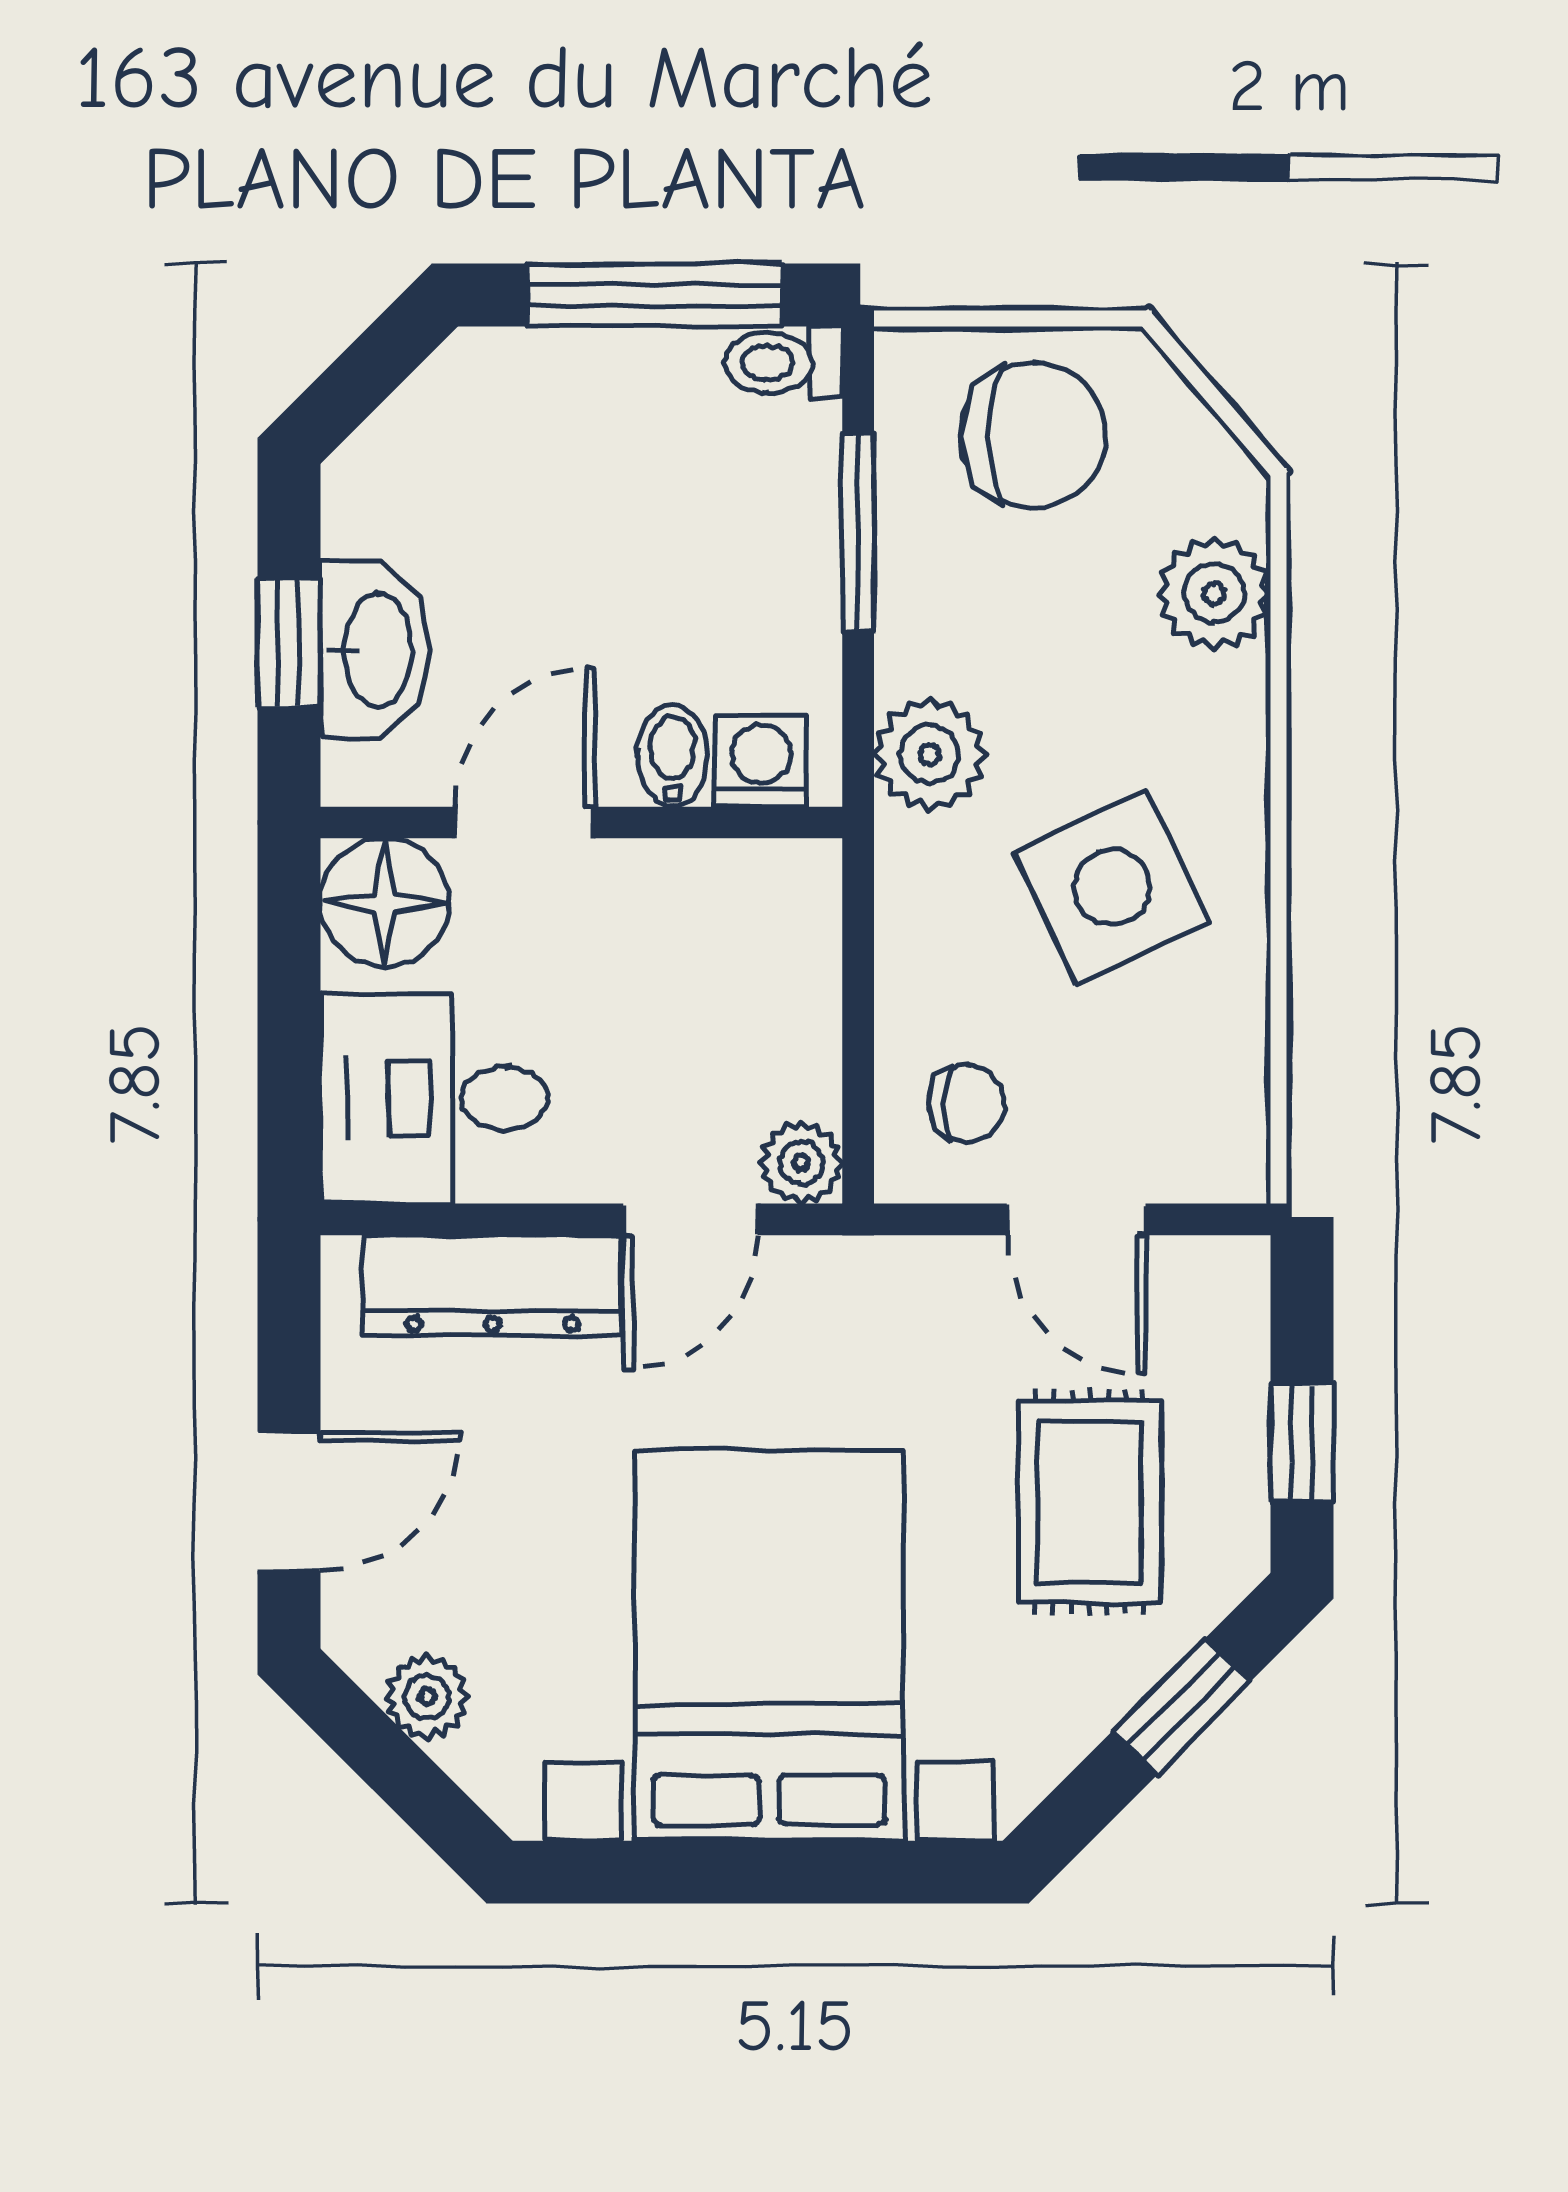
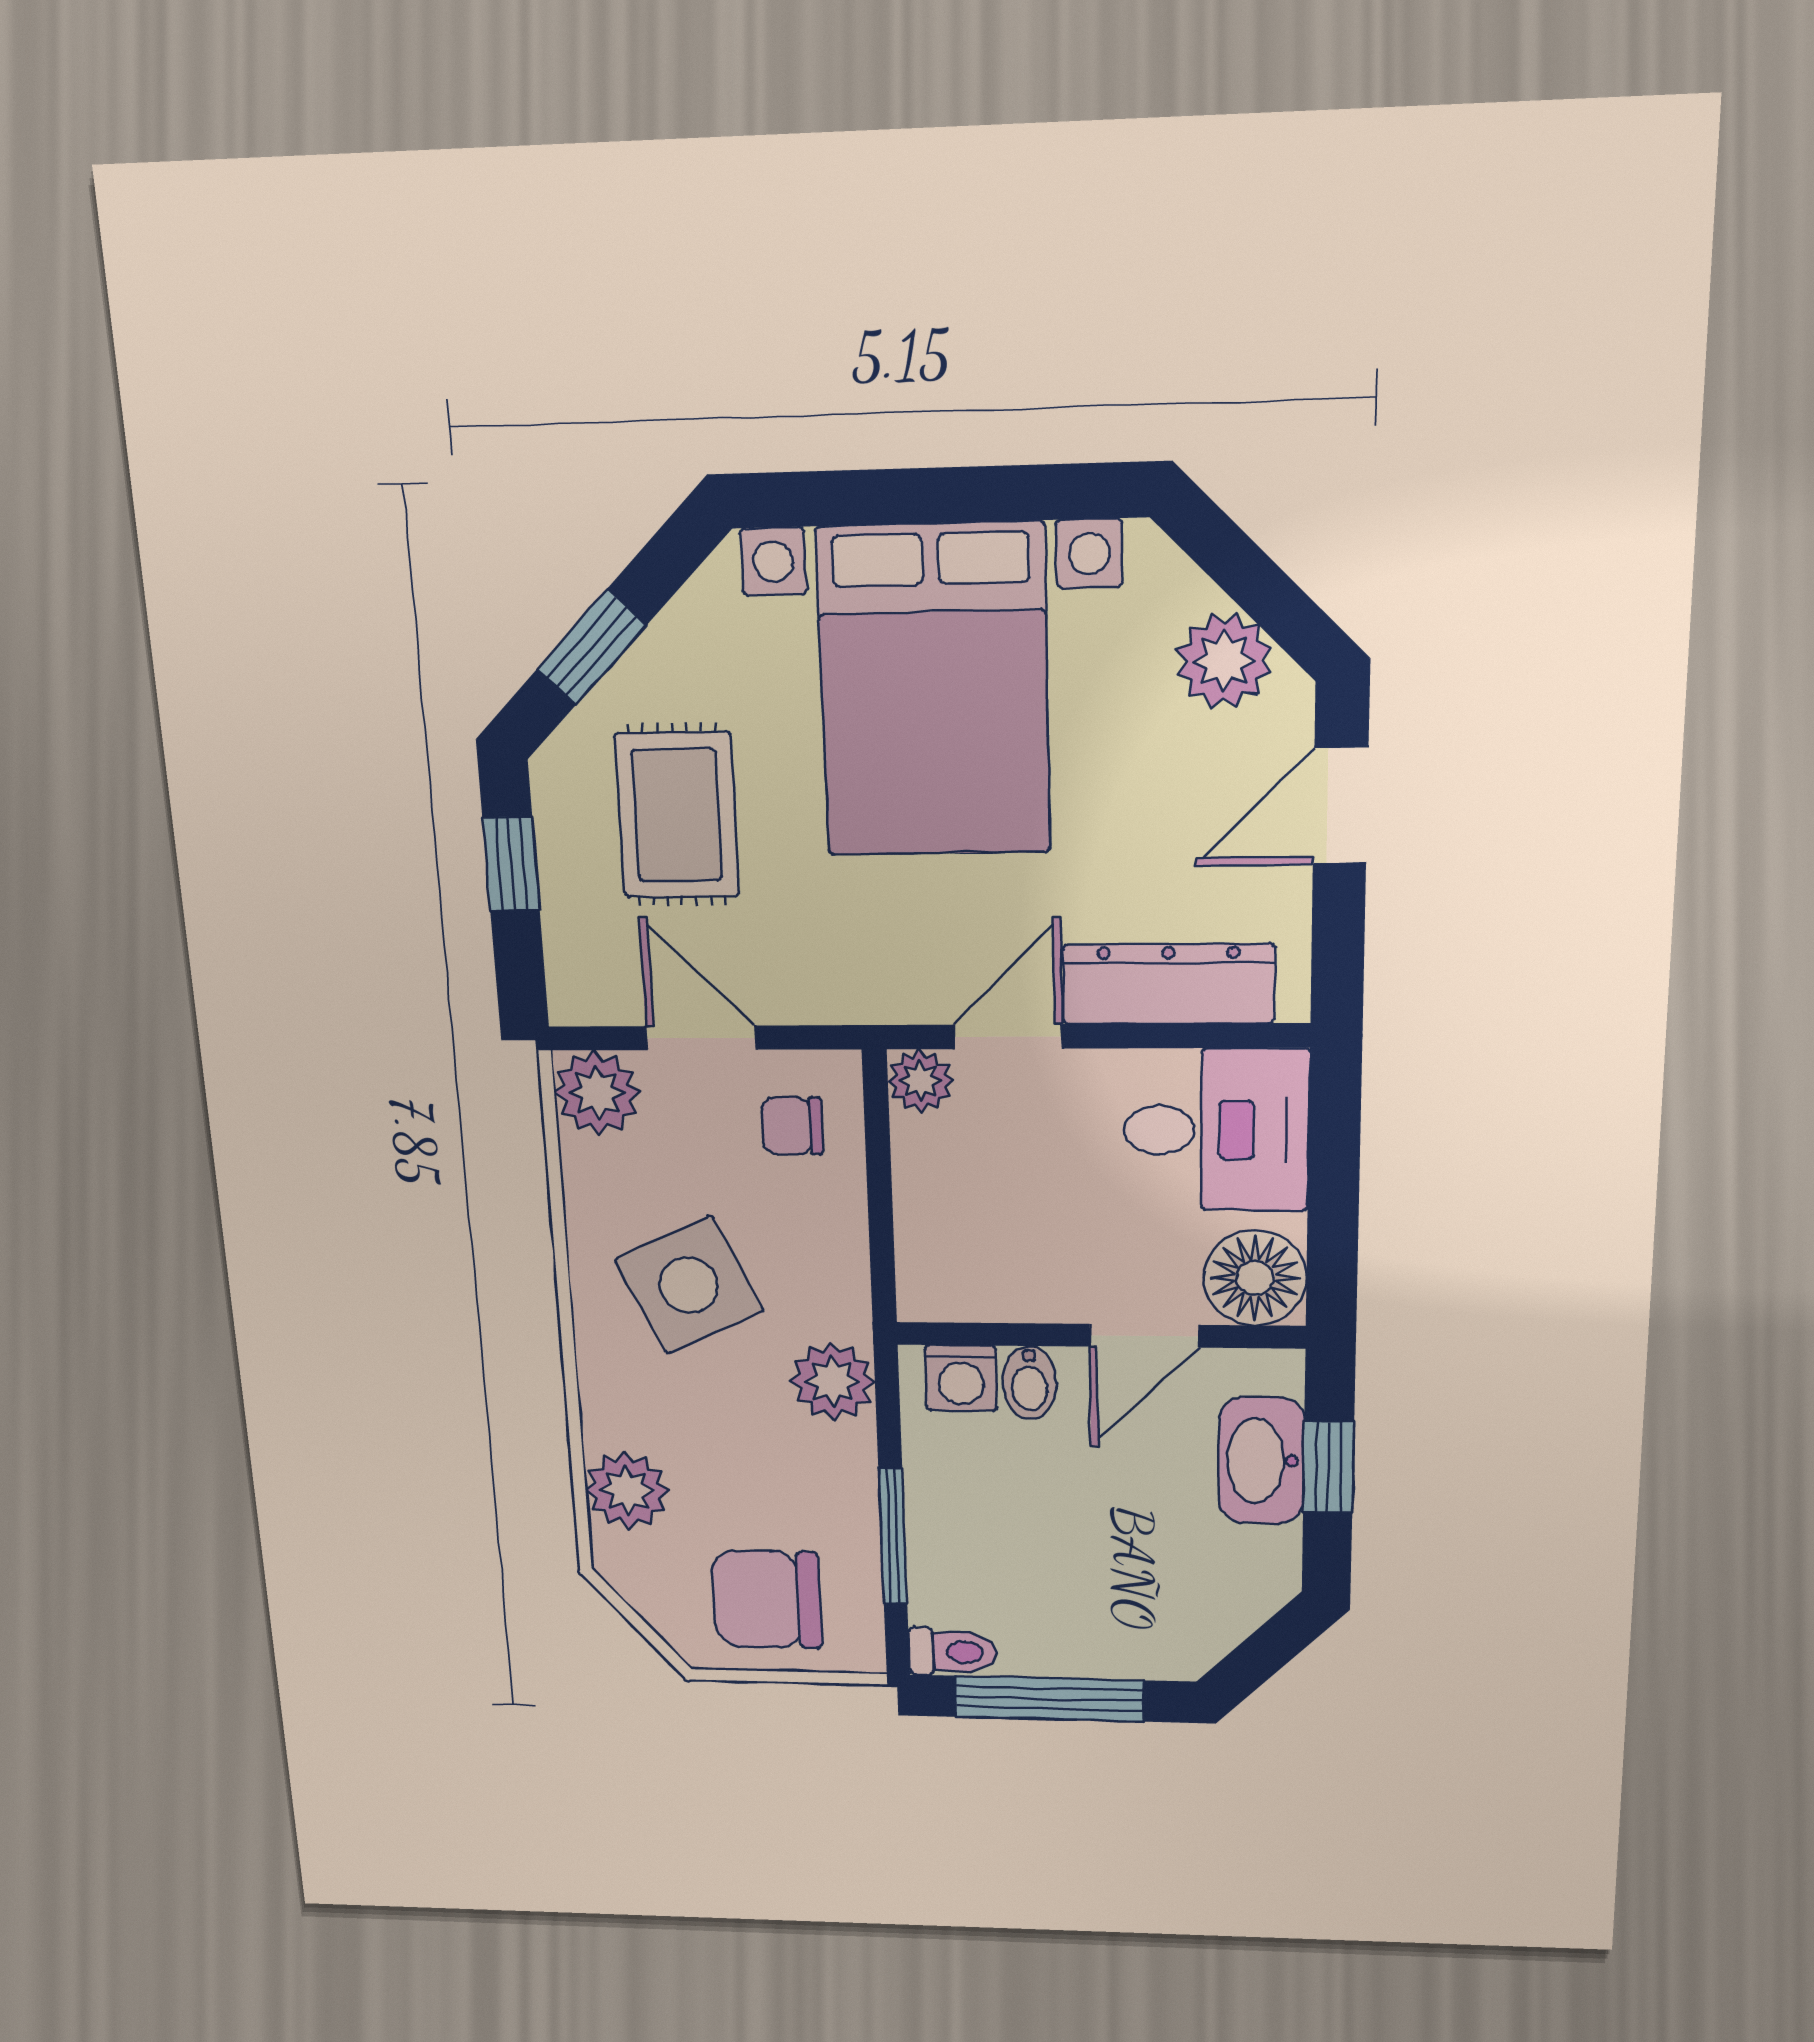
plant: (1215, 1148) -> (597, 1093), added
plant: (427, 1697) -> (1224, 661), width x1.38, depth x1.38

